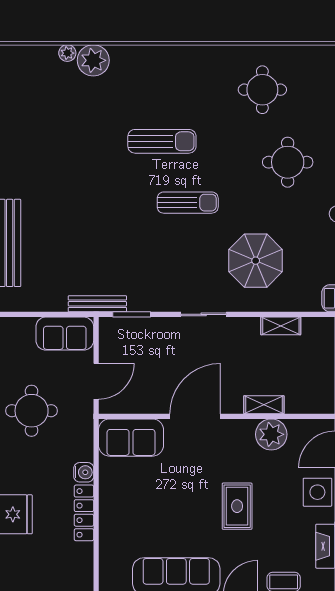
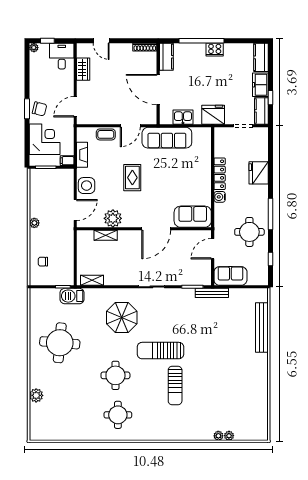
plant: (93, 60) -> (218, 436), width x0.53, depth x0.53
sun lounger: (162, 141) -> (175, 385), turned -90
round table: (288, 162) -> (115, 375), moved
sun lounger: (188, 203) -> (160, 351), width x1.36, depth x1.34
shelving: (281, 326) -> (92, 280), moved
shelving: (264, 405) -> (106, 235), moved

